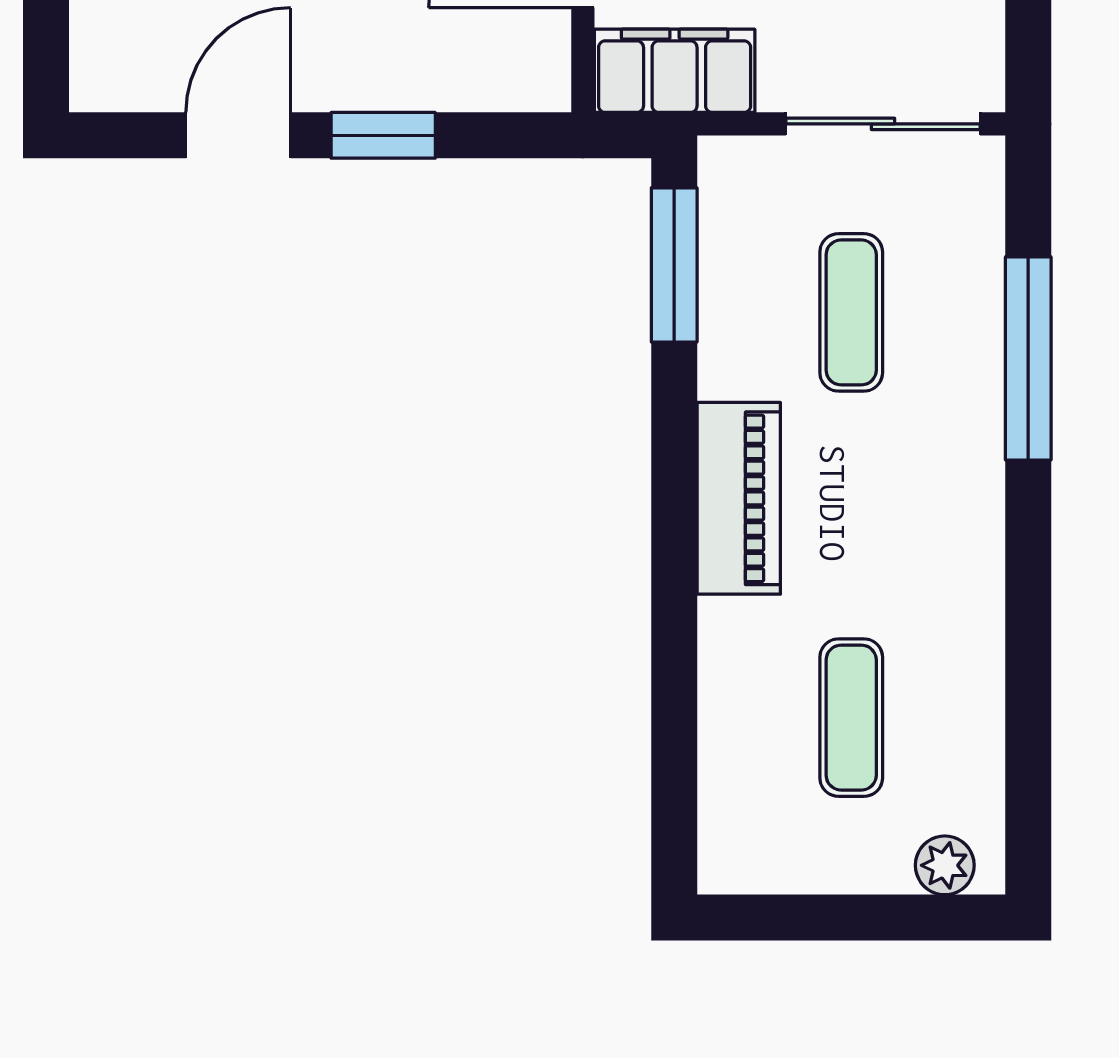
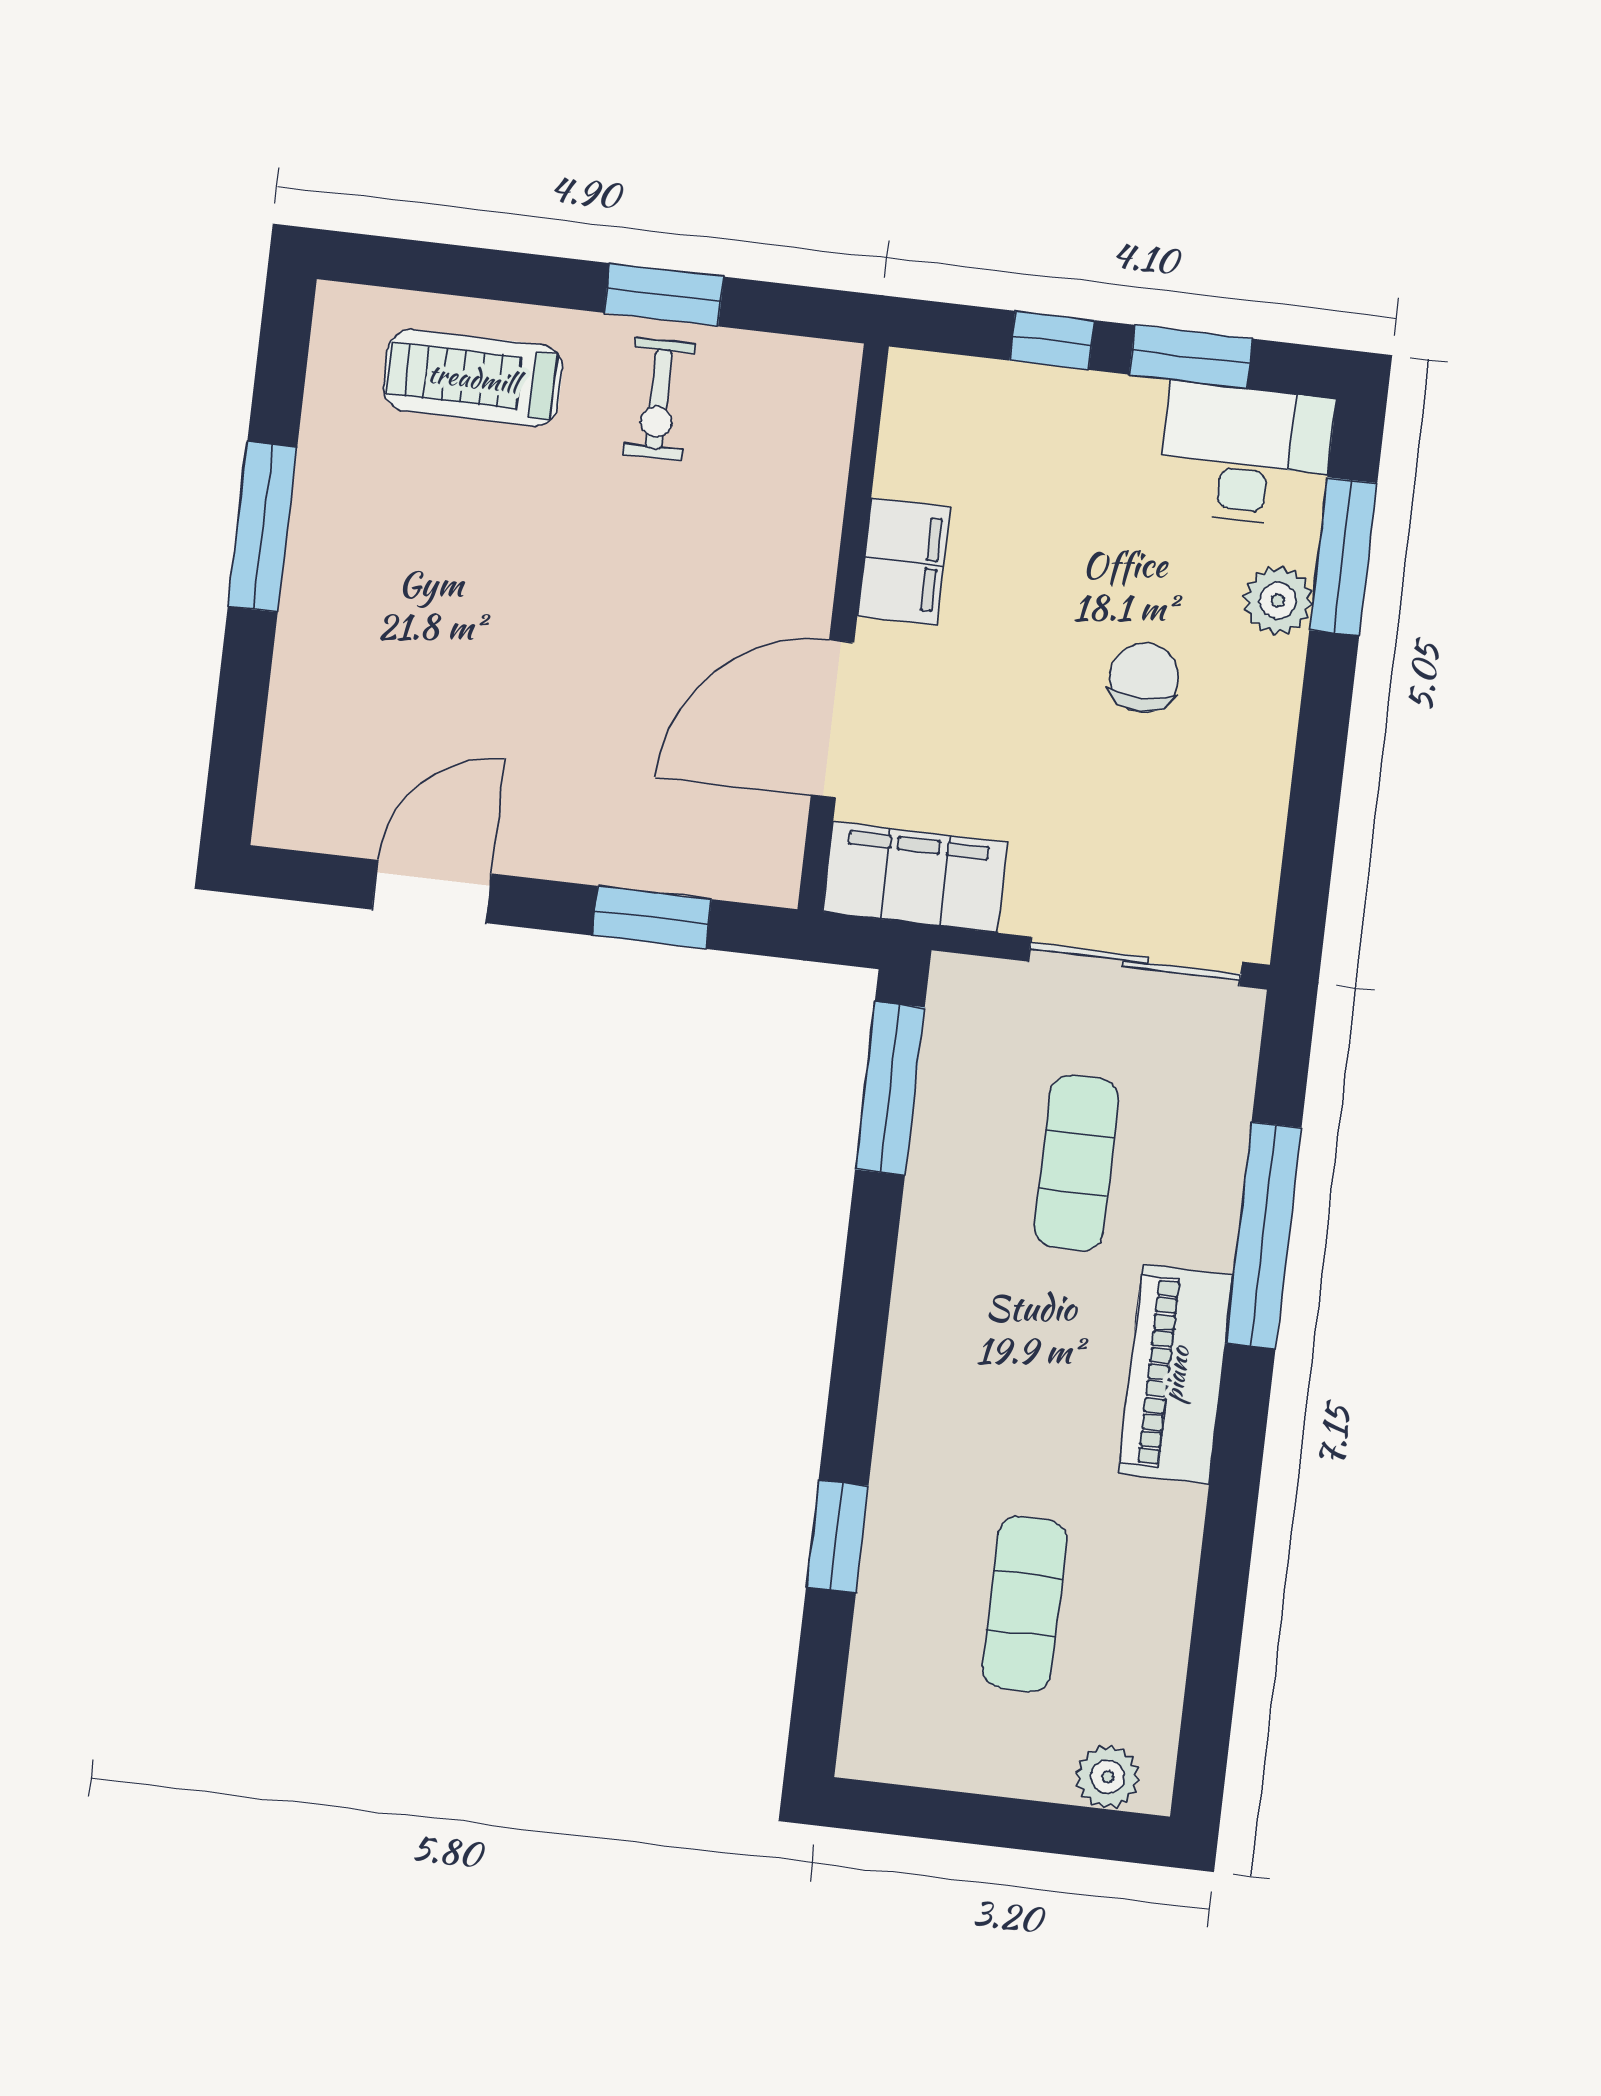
window: (383, 135) -> (652, 917), moved
piano: (739, 498) -> (1176, 1374), moved, turned 180
window: (674, 676) -> (837, 1536), added

